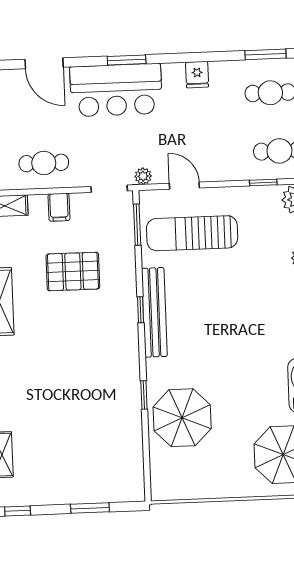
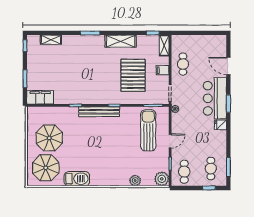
door: (44, 63) -> (228, 66), hinge flipped
fridge: (197, 75) -> (220, 125), moved
door: (184, 186) -> (170, 141), moved
pallet: (73, 271) -> (133, 75), width x1.37, depth x1.41
bench: (154, 312) -> (99, 112), moved
parasol: (182, 418) -> (49, 138), moved
filing cabinet: (129, 473) -> (40, 97), added

